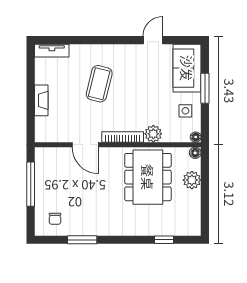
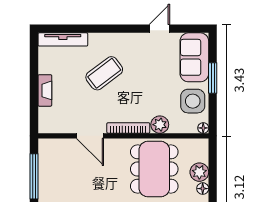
tv unit: (52, 51) -> (63, 39), width x1.41
coffee table: (99, 84) -> (104, 73), turned 39
side table: (185, 111) -> (193, 101), width x1.87, depth x1.87
floor lamp: (195, 153) -> (203, 189), moved

